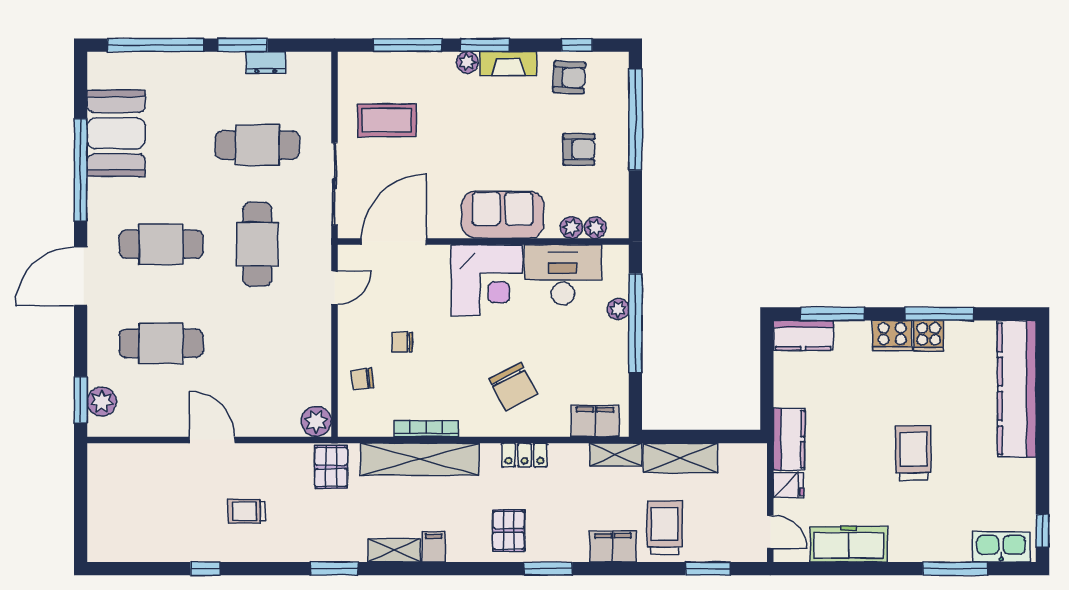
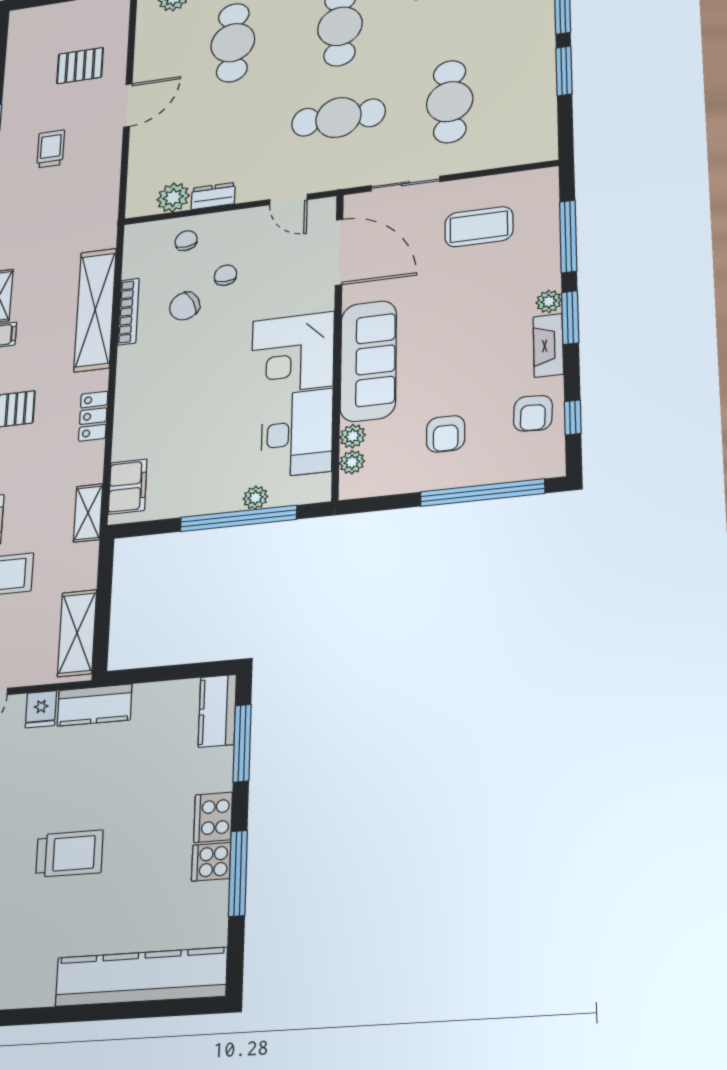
dresser: (266, 63) -> (213, 196), moved, turned 90
coffee table: (387, 120) -> (479, 227), turned 90
sliding door: (334, 184) -> (405, 184), width x0.73
sofa: (503, 215) -> (368, 361), width x1.36
chair: (513, 387) -> (185, 306), moved, width x0.73, depth x0.73
plant: (316, 421) -> (173, 198), moved
shelving: (681, 458) -> (77, 633), moved
pallet: (331, 467) -> (80, 66), moved

